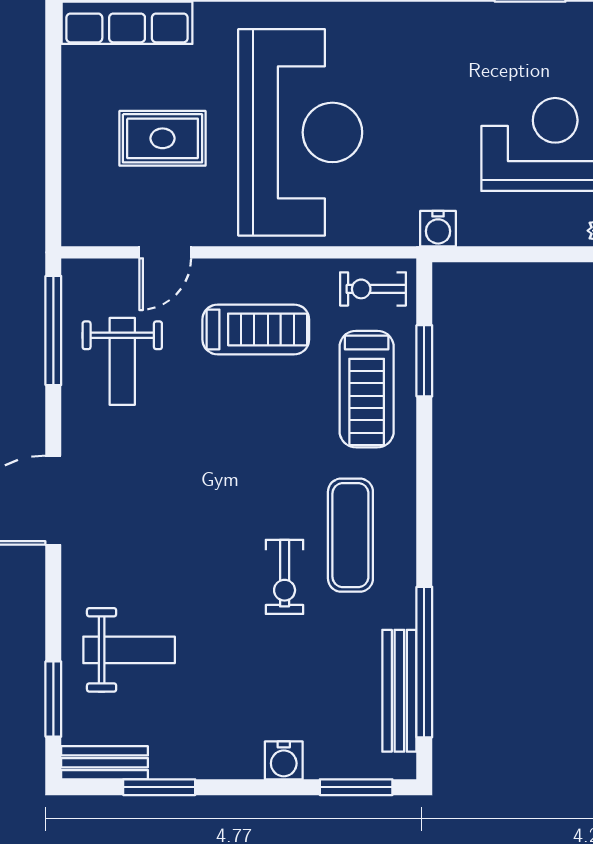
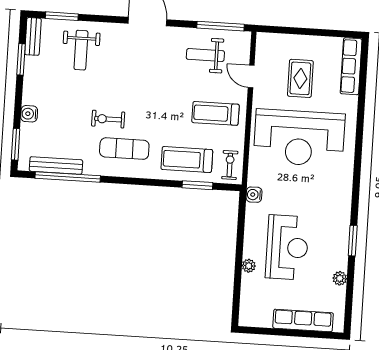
treadmill: (256, 329) -> (215, 113), turned 90

